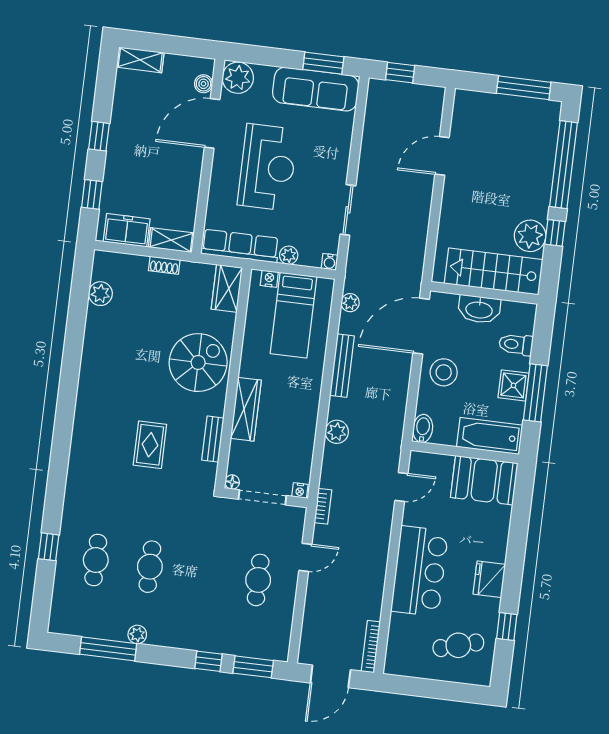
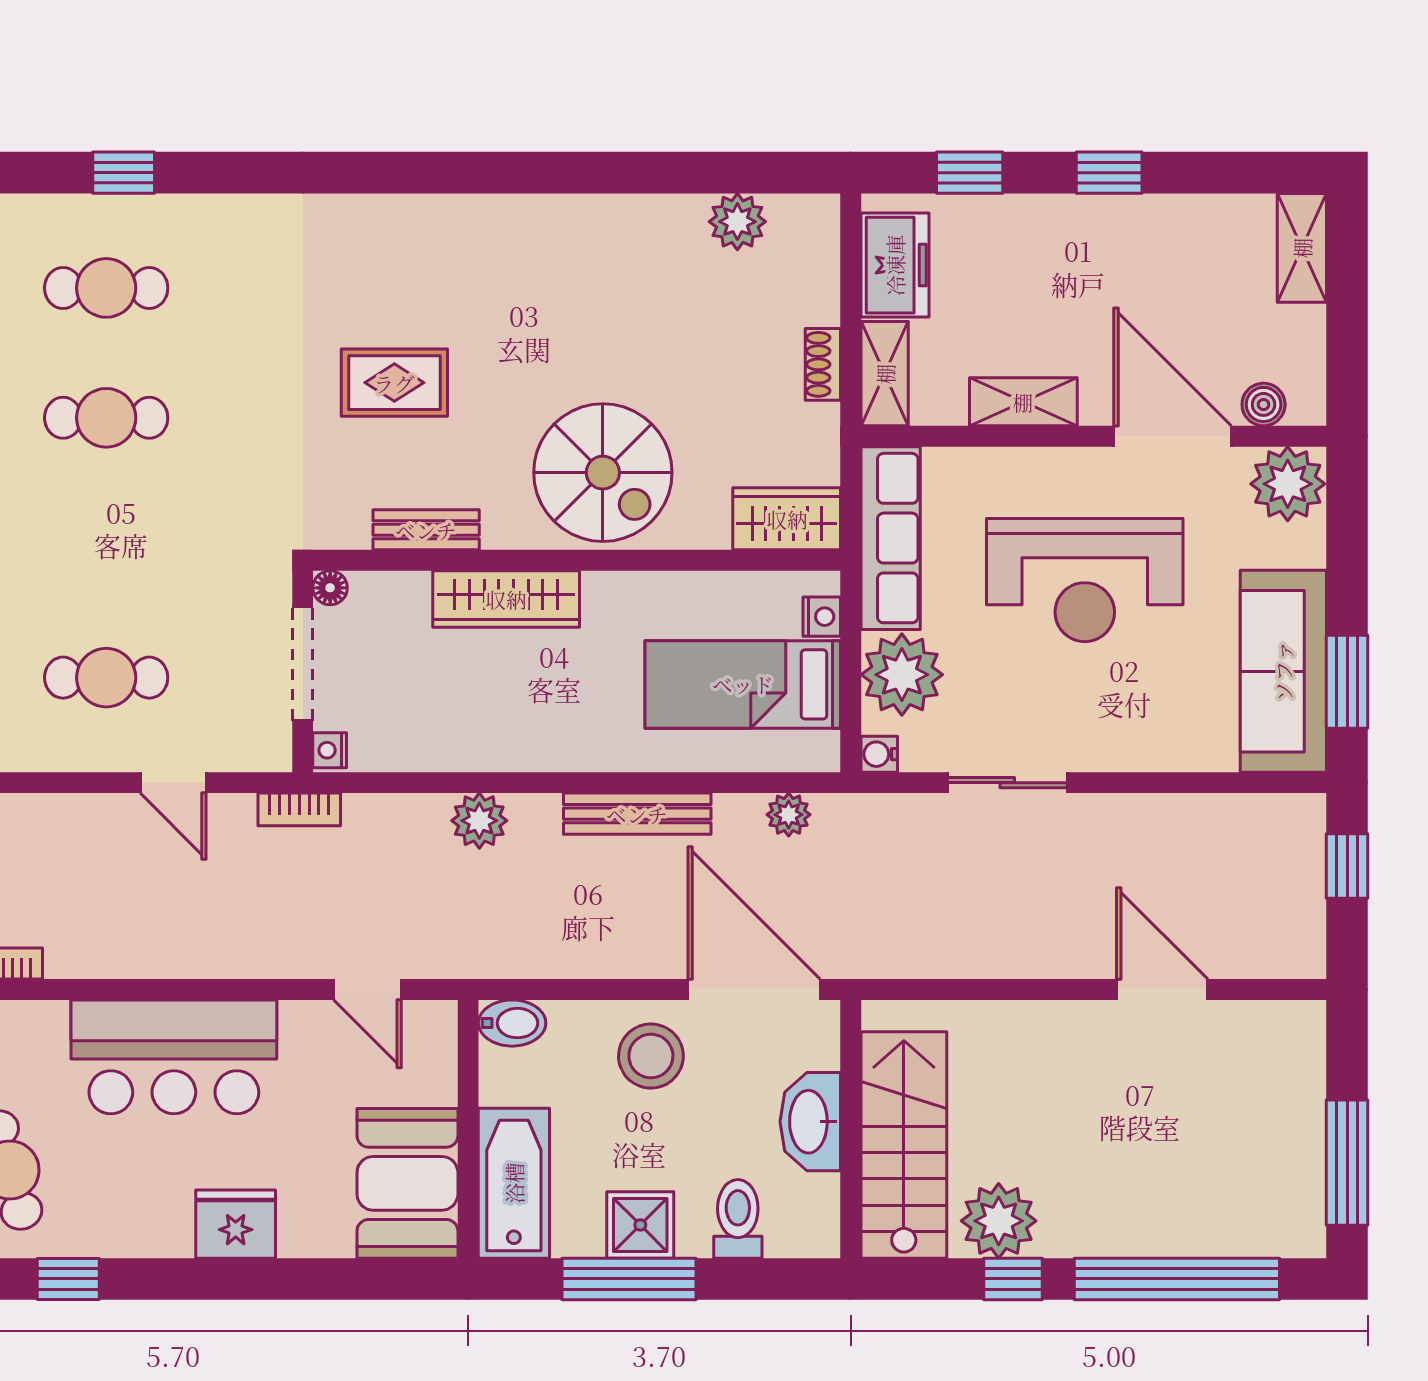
shelving: (190, 184) -> (1023, 402), added
plant: (289, 255) -> (902, 675), width x1.88, depth x1.88
fridge: (489, 579) -> (236, 1224), moved

